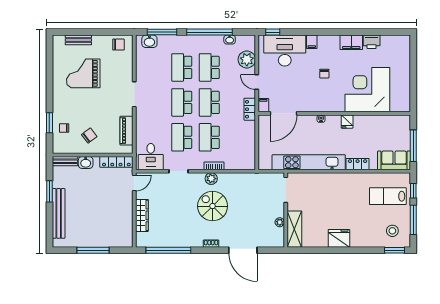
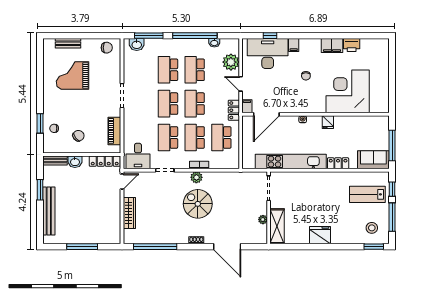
window: (273, 32) -> (270, 36), moved
school desk: (237, 137) -> (221, 137), added

